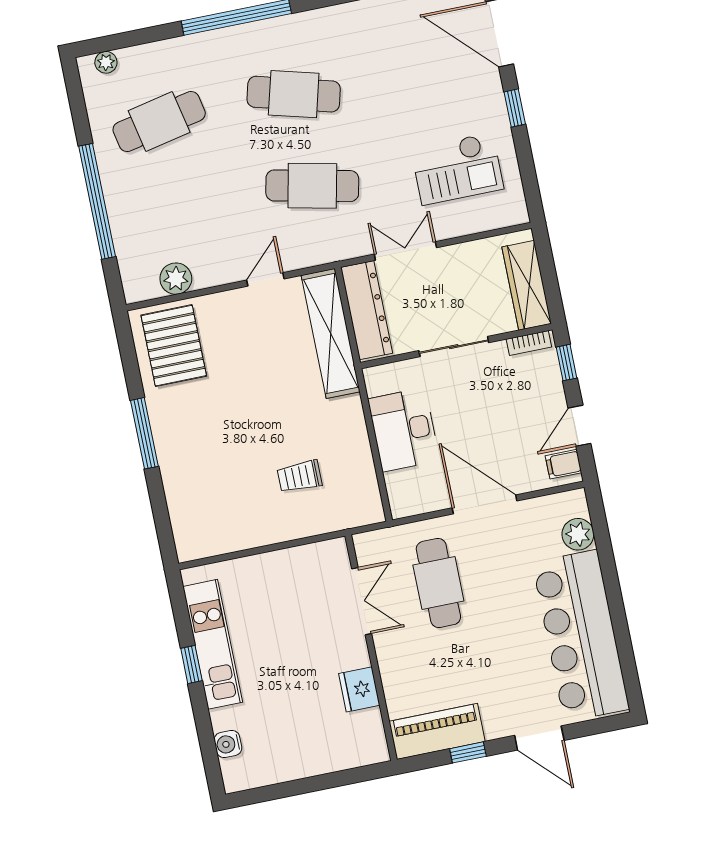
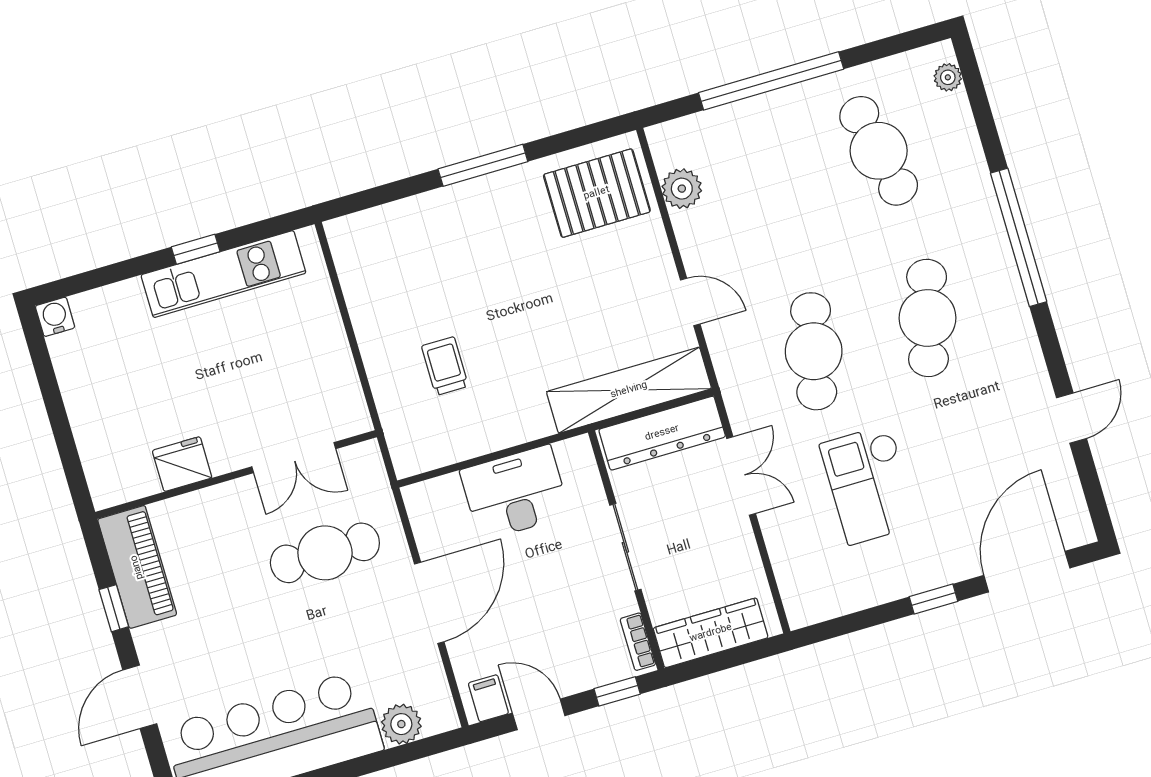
checkout: (457, 169) -> (869, 485), moved
water cooler: (228, 744) -> (55, 317), moved

